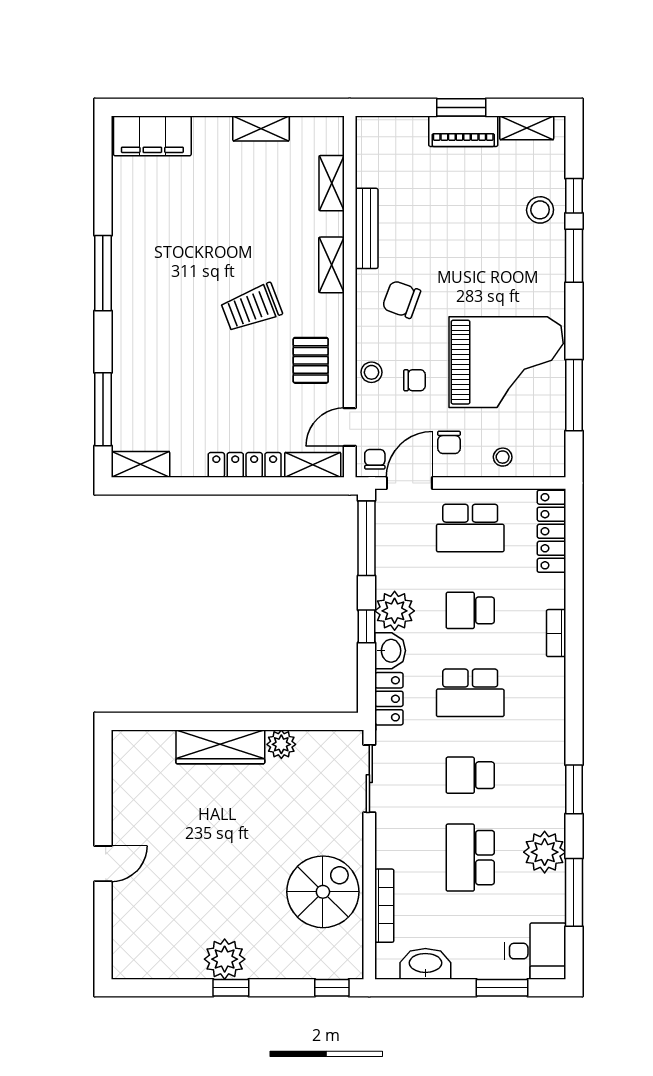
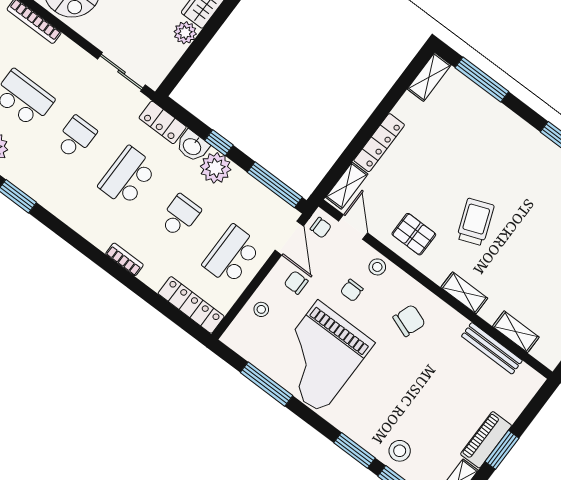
bench: (367, 228) -> (492, 348), moved

